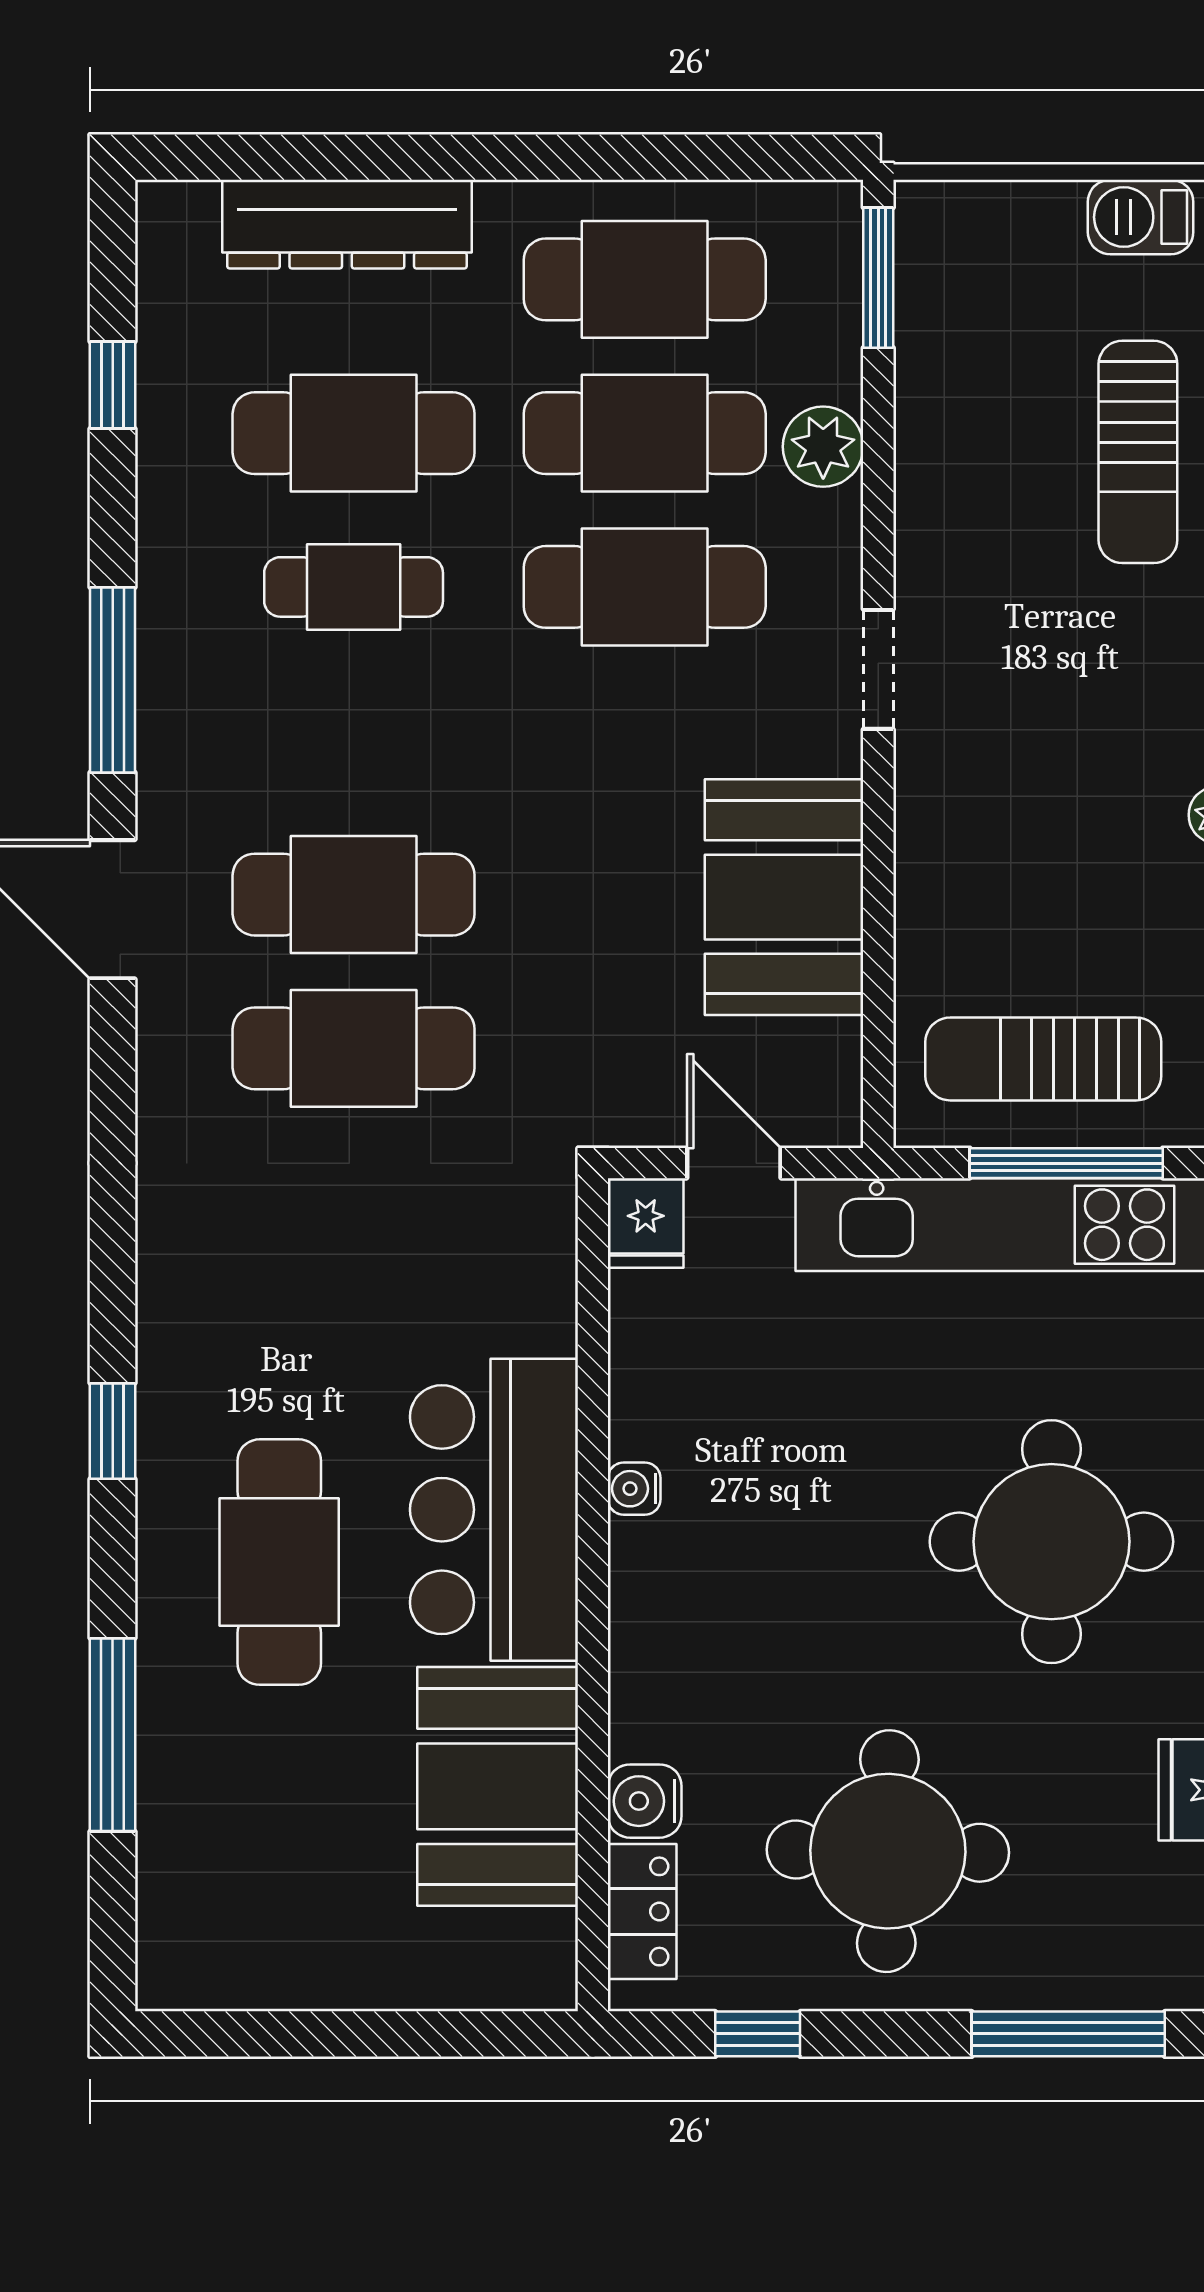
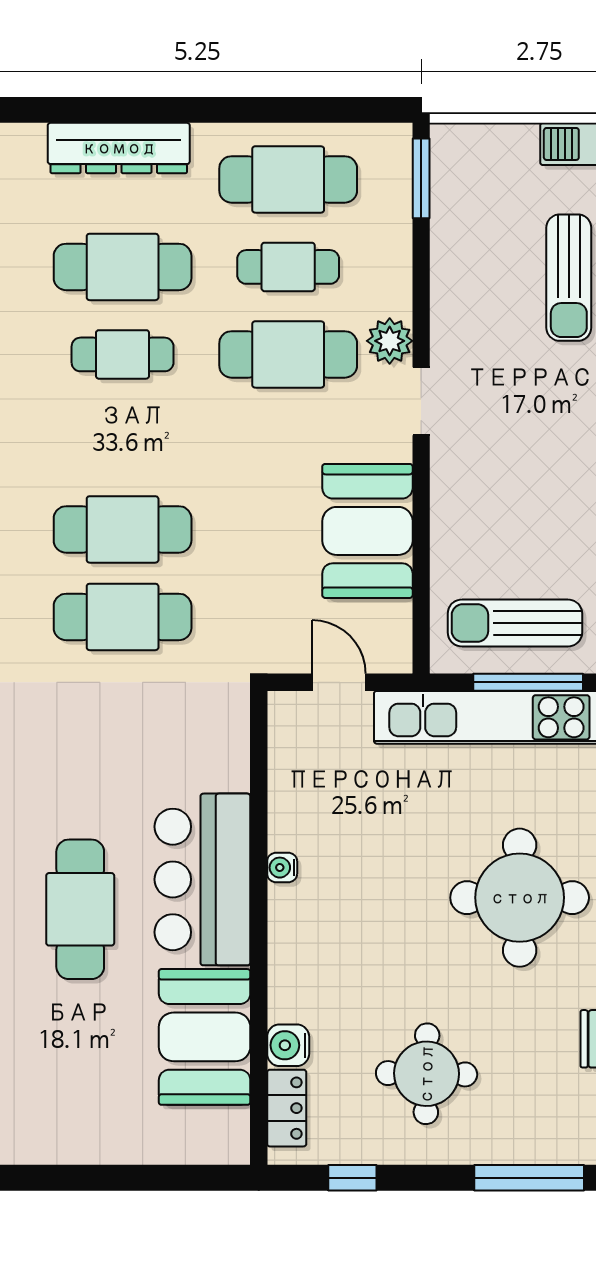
cafe table: (645, 433) -> (288, 267), width x0.73, depth x0.74
plant: (823, 447) -> (390, 341), moved
fridge: (646, 1223) -> (289, 716), removed
round table: (888, 1851) -> (427, 1074), width x0.73, depth x0.73

